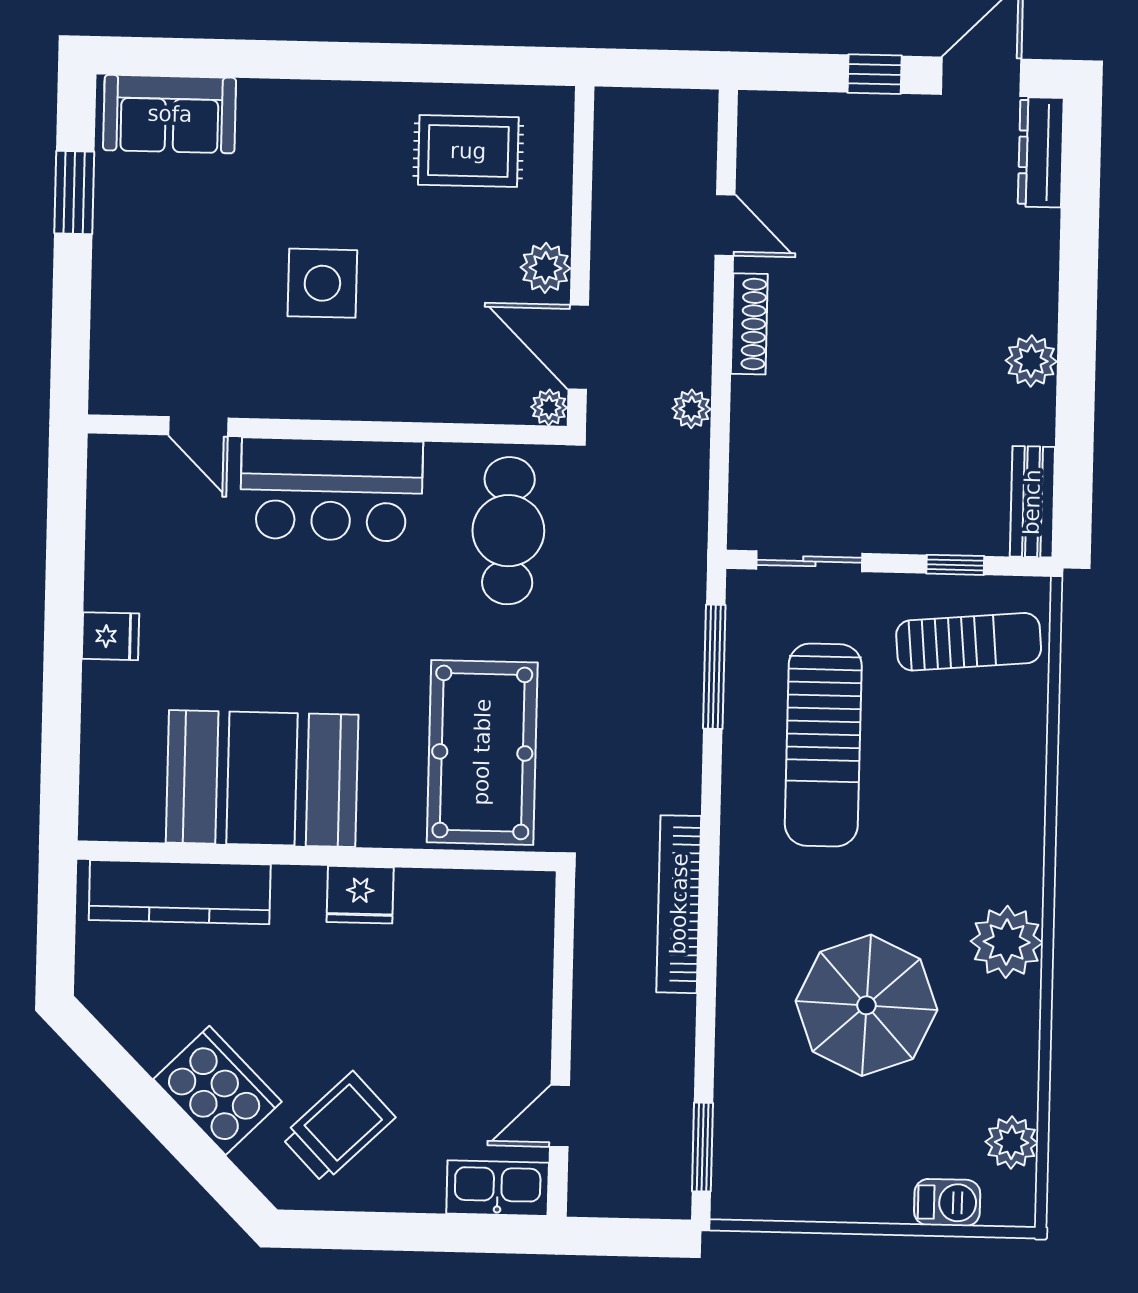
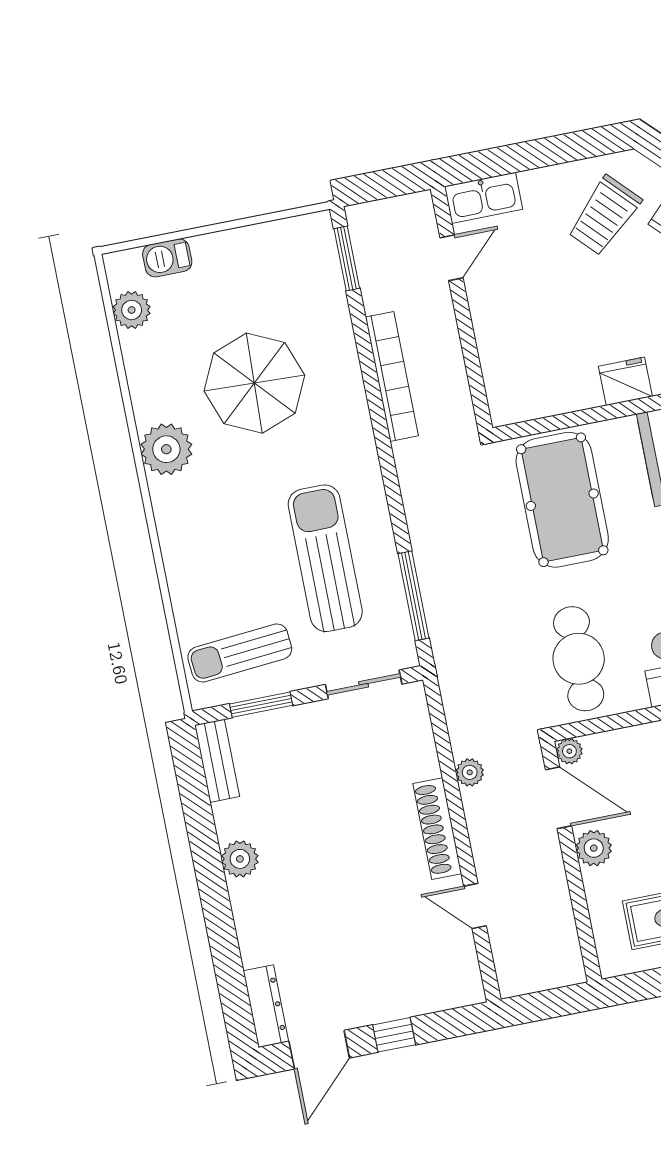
shoe rack: (749, 324) -> (437, 829), width x1.36, depth x1.24
window: (955, 565) -> (261, 705), width x1.50
bookcase: (679, 904) -> (392, 376), moved

